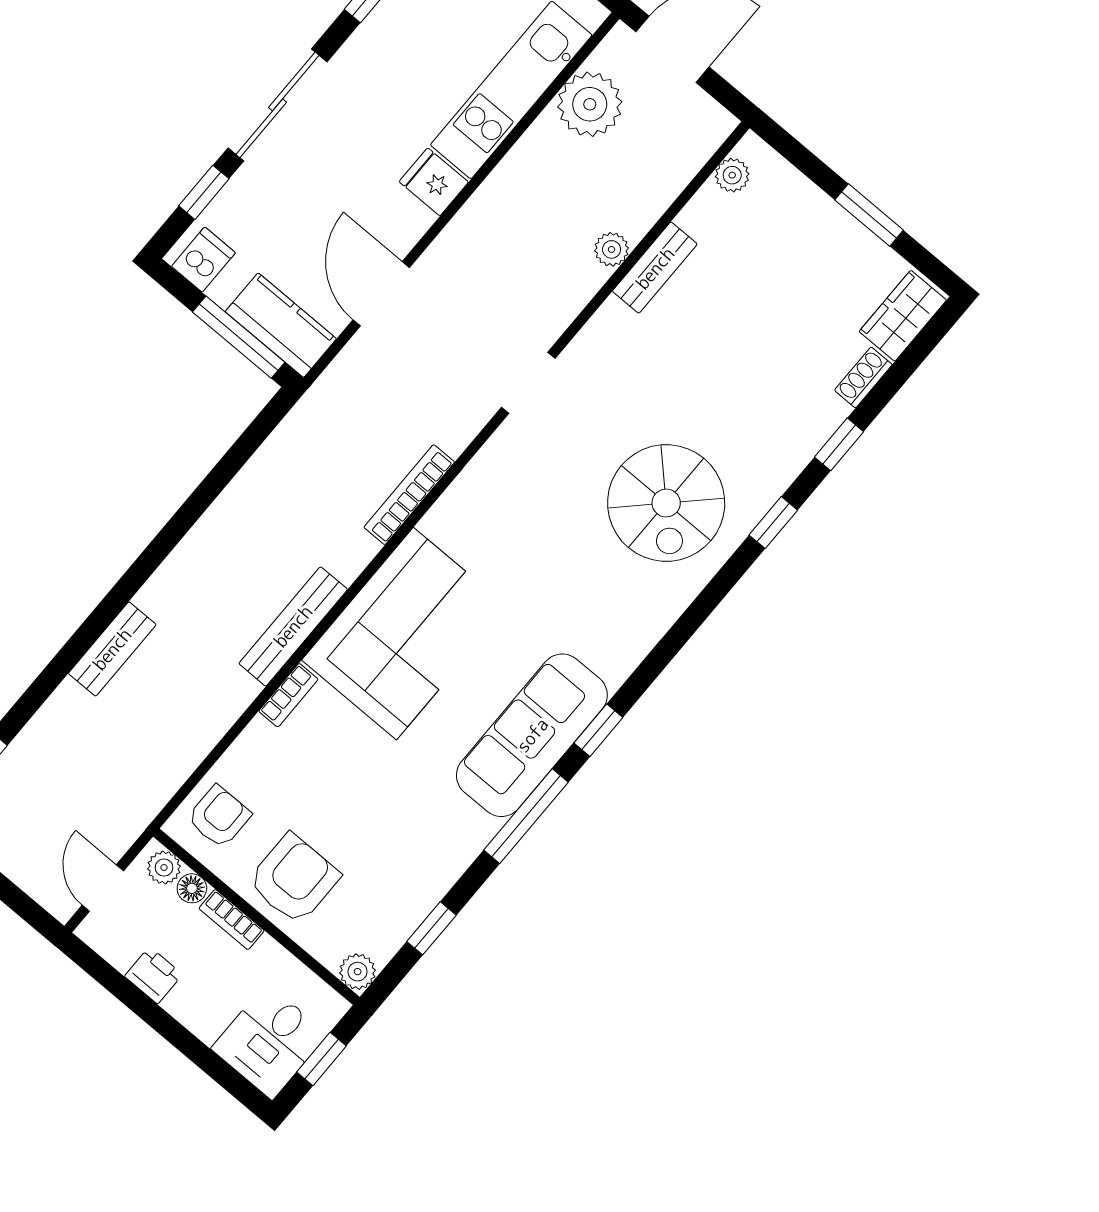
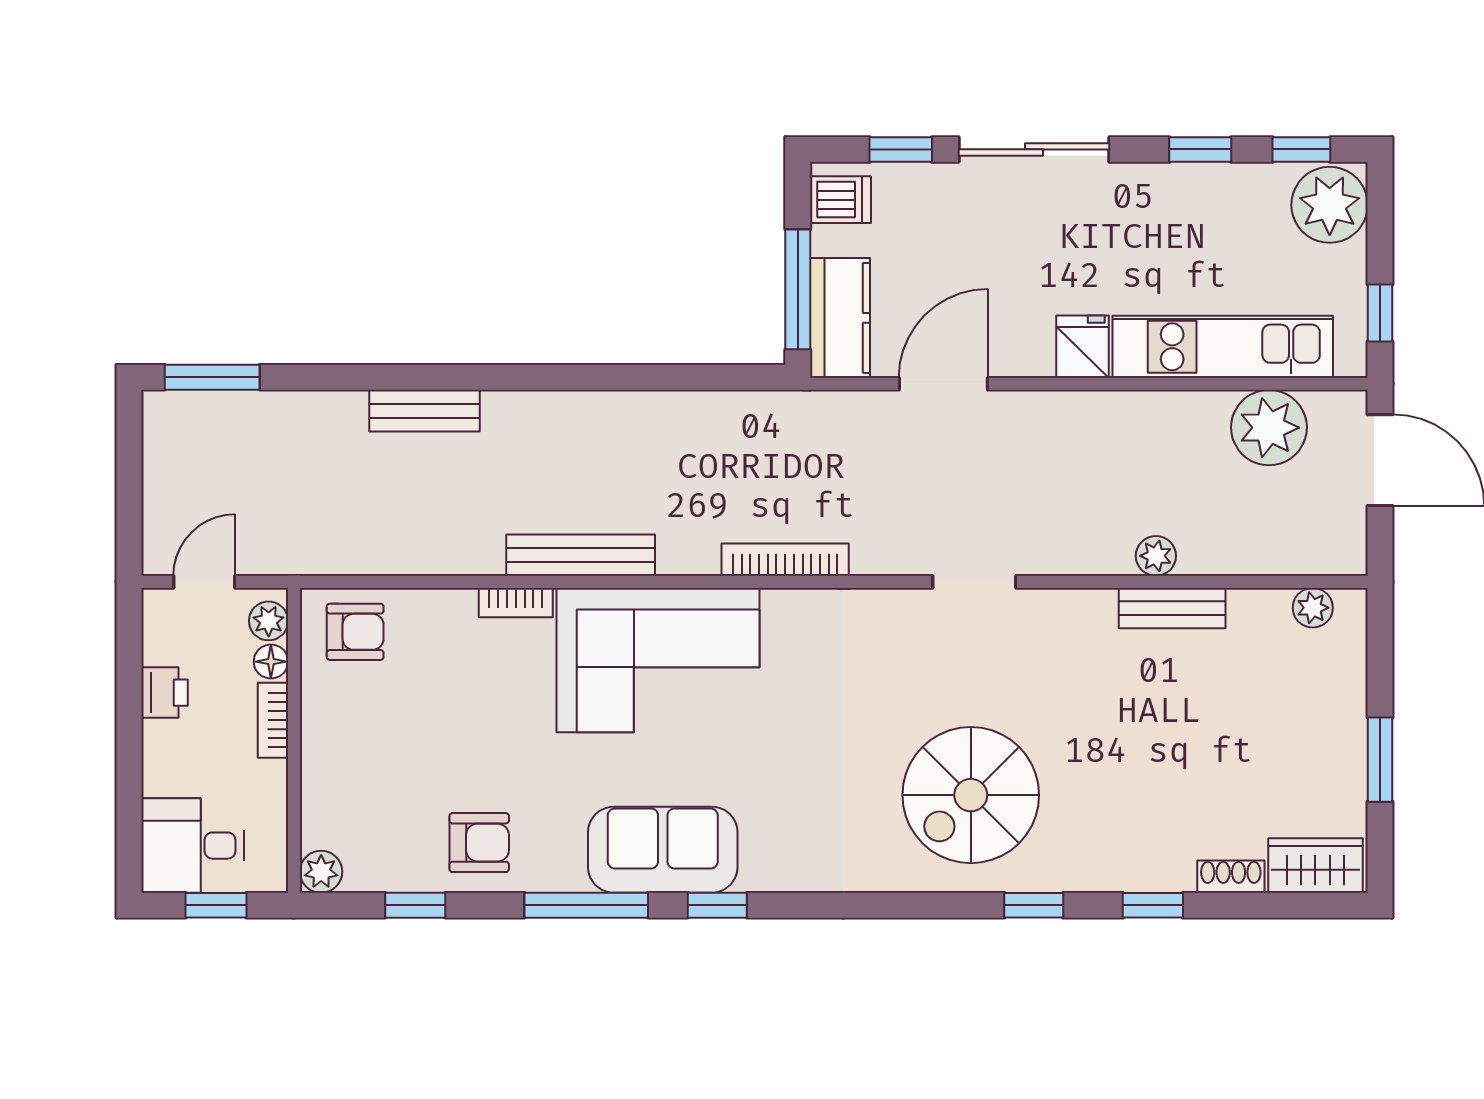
sofa: (532, 735) -> (663, 850), width x0.73
armchair: (294, 879) -> (479, 843), moved, width x0.72, depth x0.72

